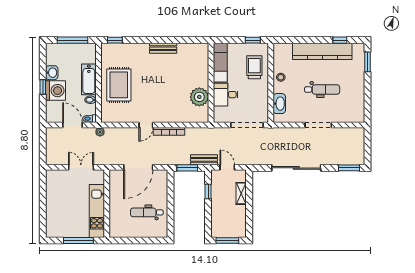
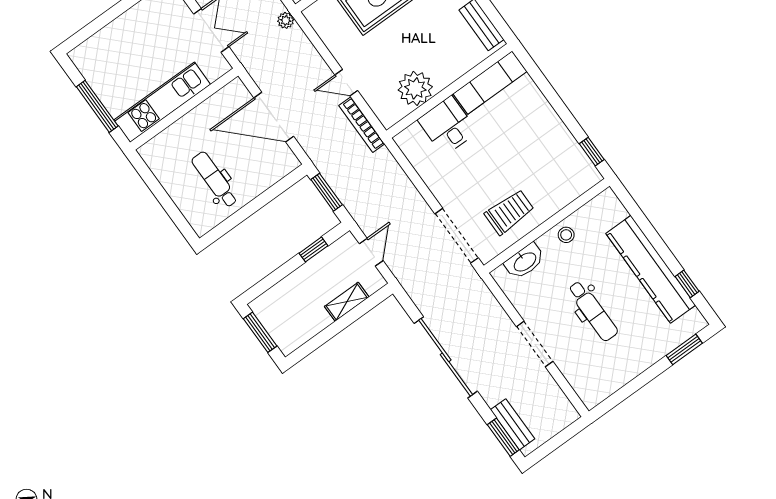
exam couch: (220, 63) -> (490, 83), moved
trolley: (254, 67) -> (509, 212), moved
wall: (211, 83) -> (449, 91), moved
desk: (226, 95) -> (448, 126), moved
plant: (199, 97) -> (415, 88), moved
bench: (204, 160) -> (512, 424), moved

